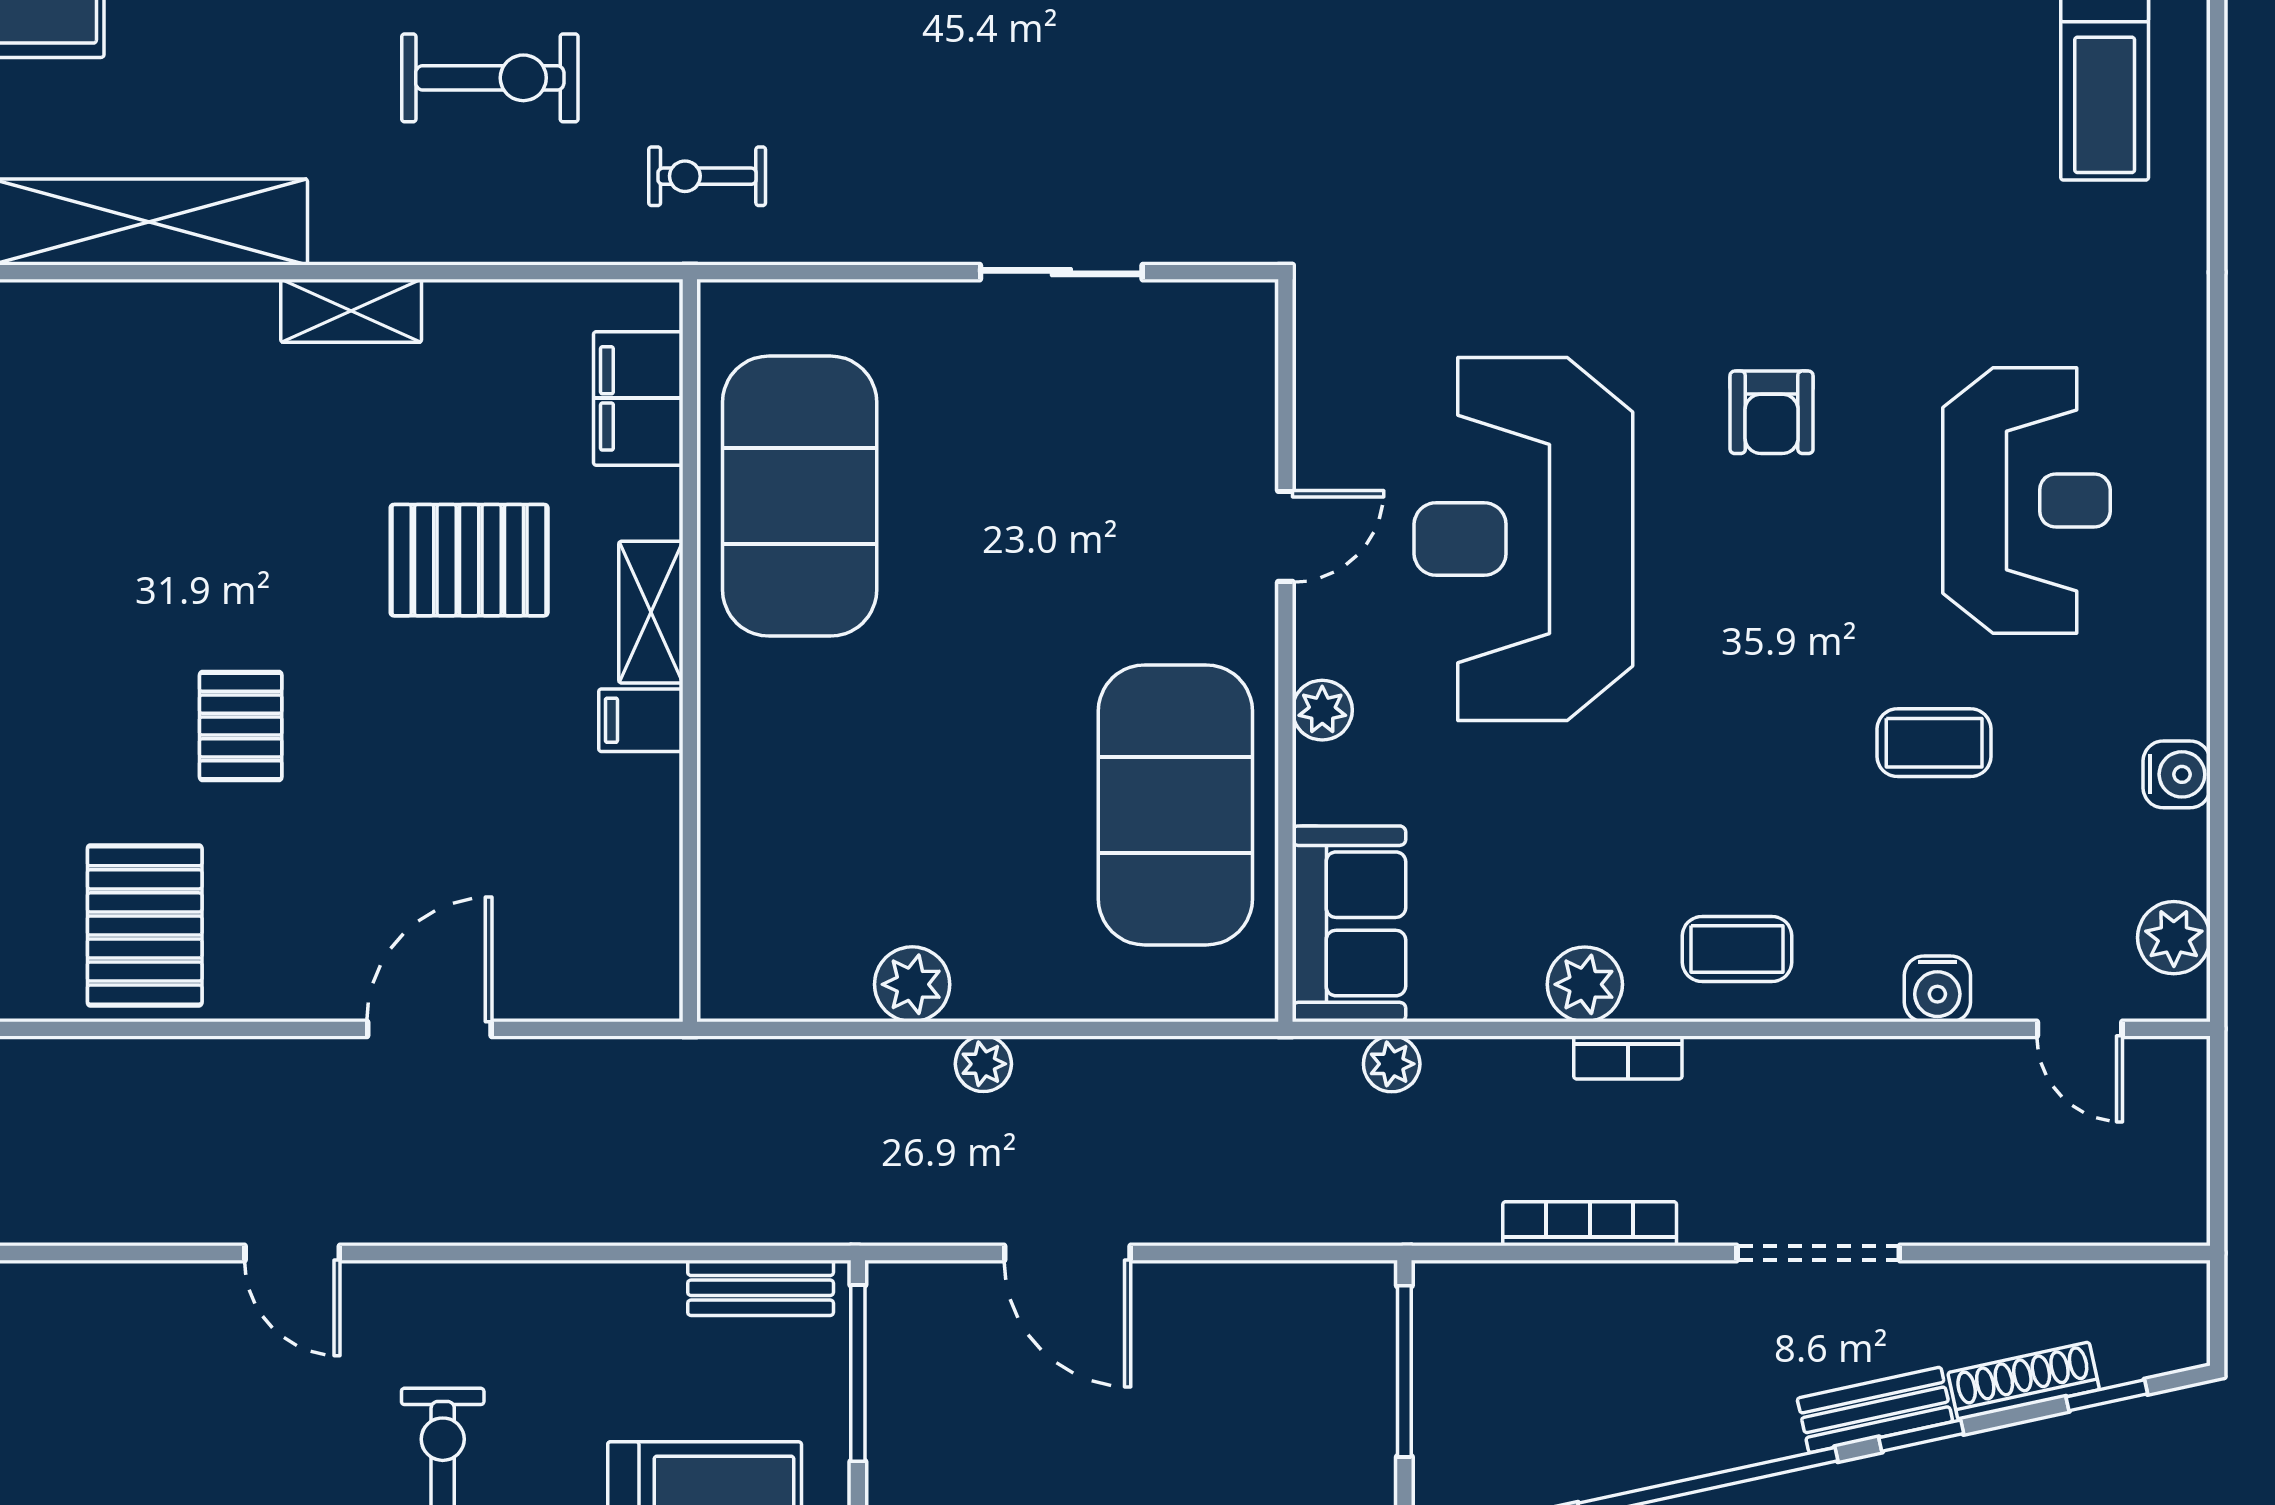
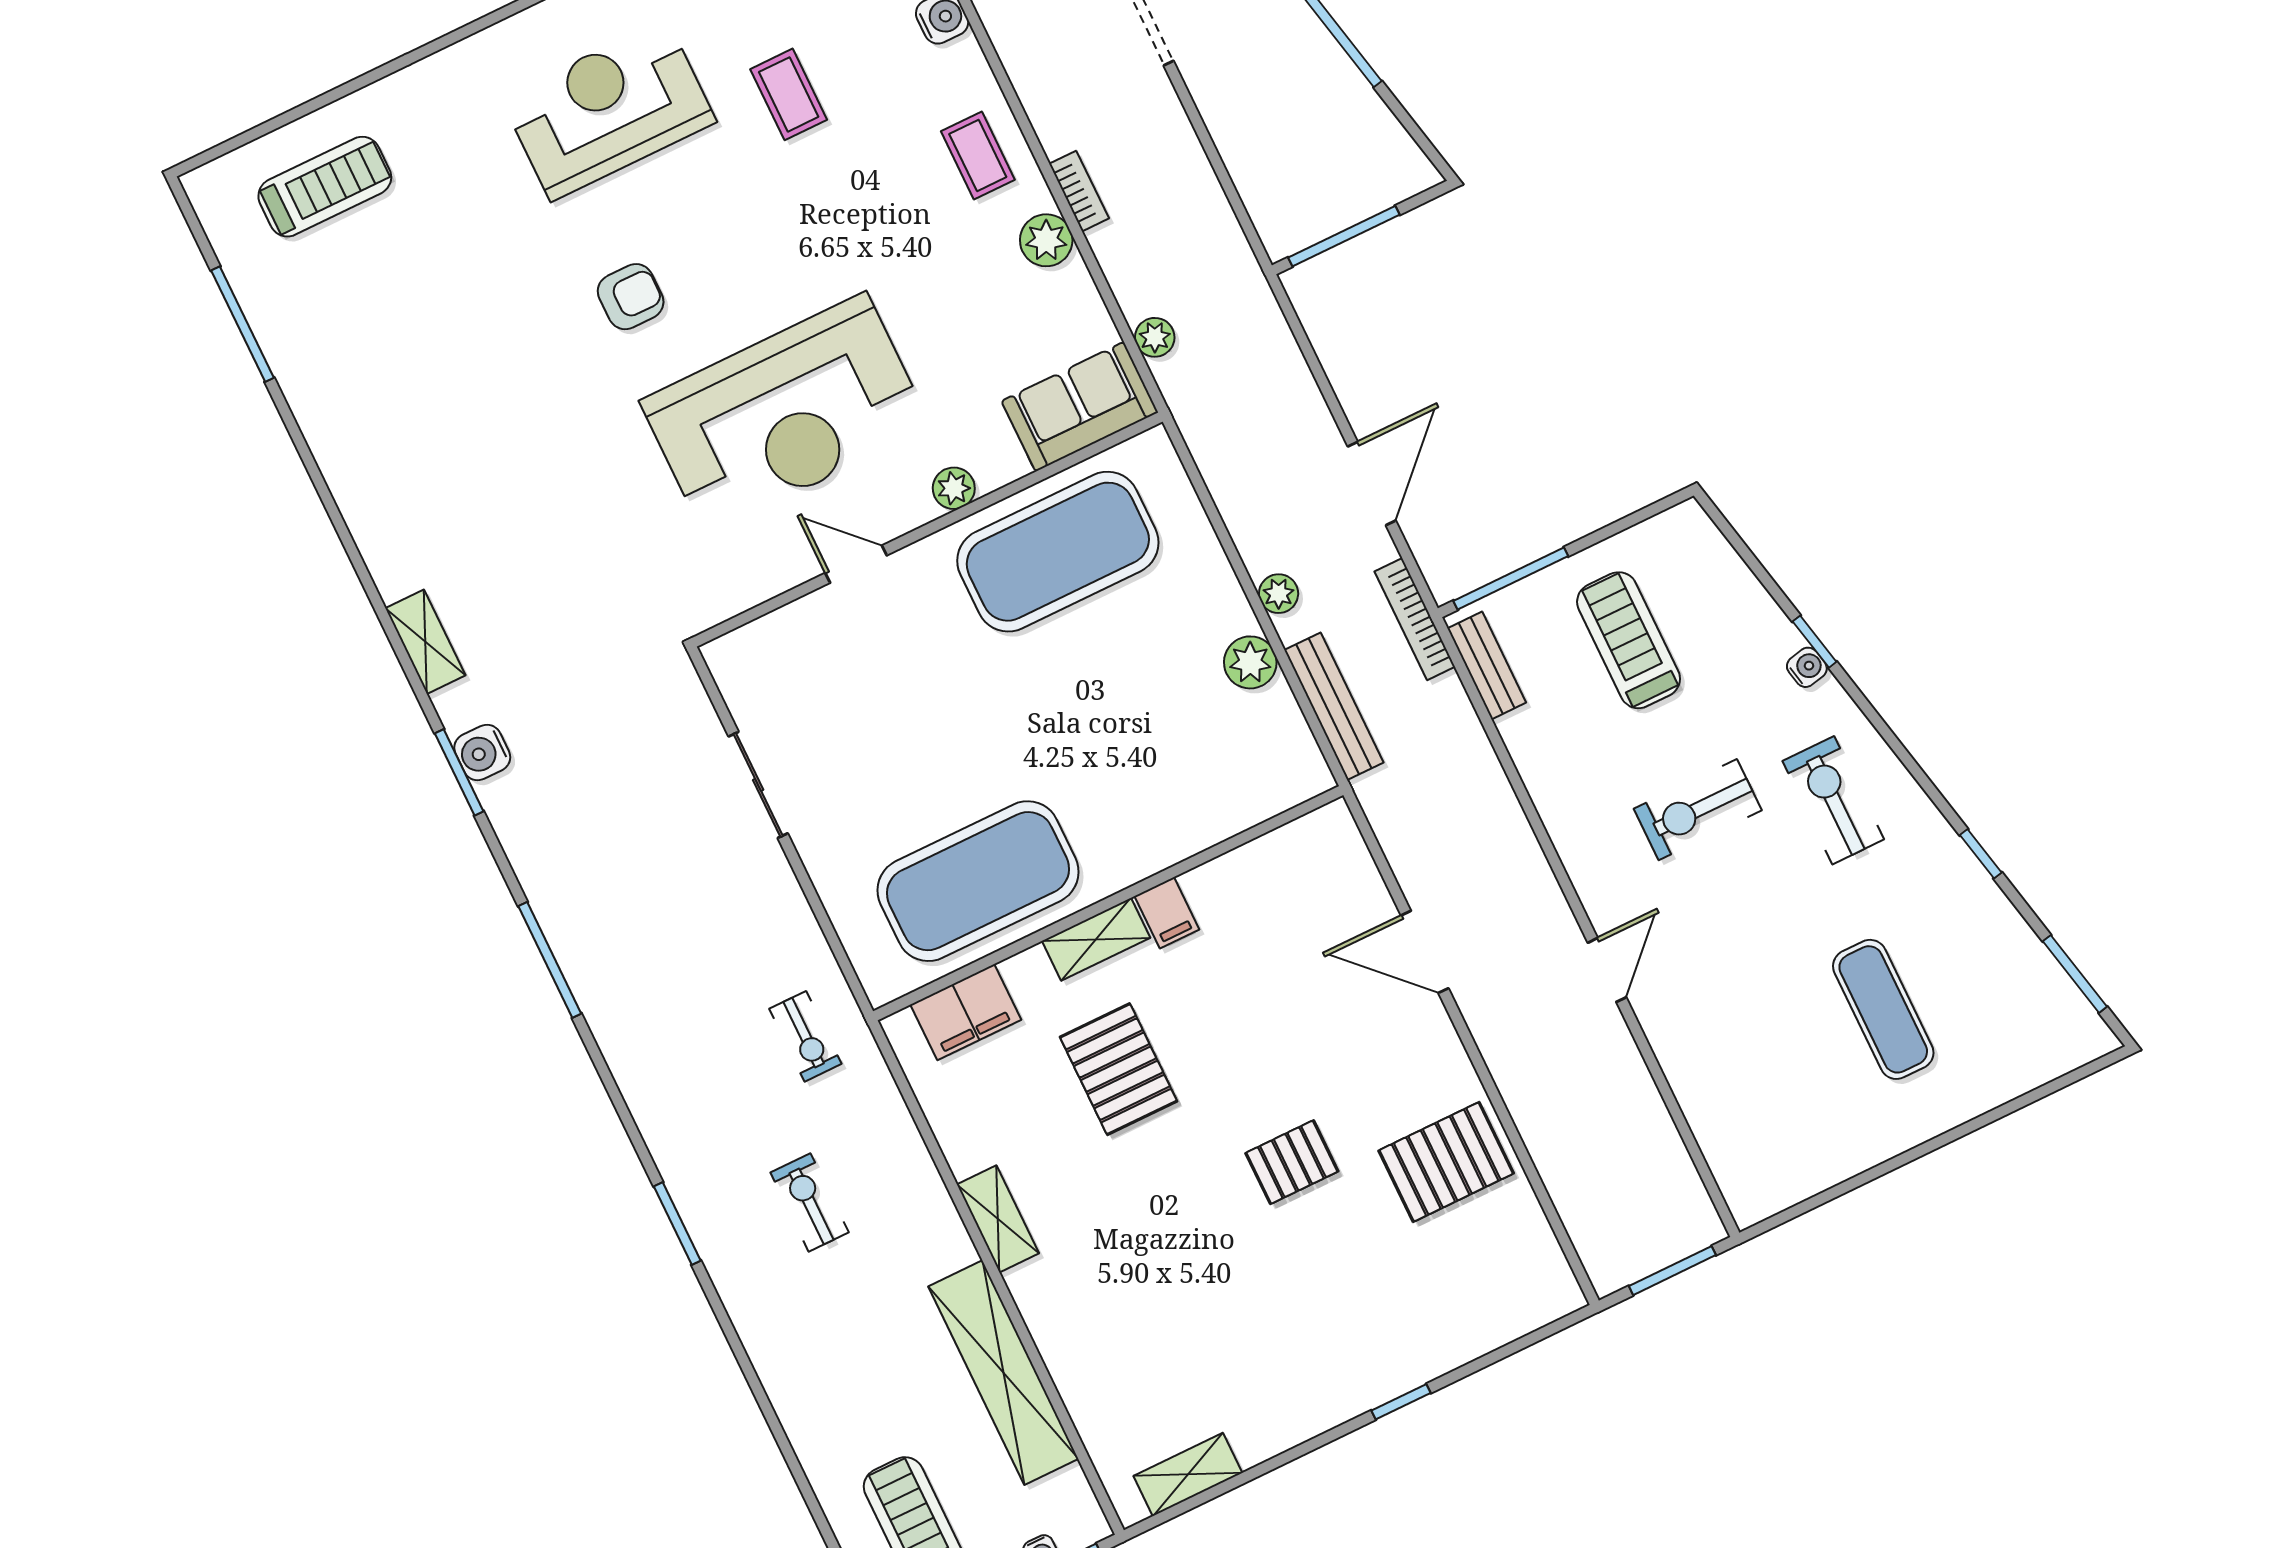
exercise bike: (490, 78) -> (810, 1202), width x0.73, depth x0.72
bench: (803, 1065) -> (1334, 706), added
bookcase: (1590, 1224) -> (1415, 619), moved

